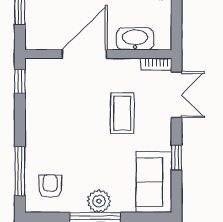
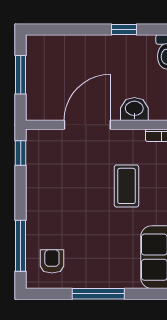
washbasin: (135, 39) -> (134, 109), width x0.72
plant: (99, 201) -> (102, 277), removed

